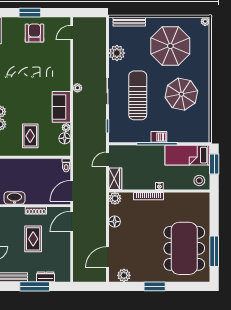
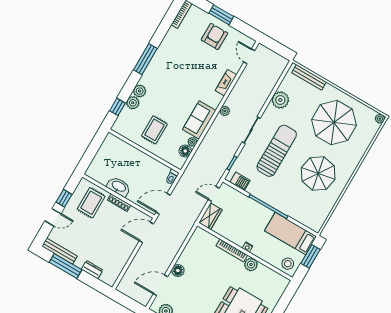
door: (72, 33) -> (249, 56), hinge flipped
fireplace: (65, 65) -> (226, 83), added
barbecue: (159, 137) -> (240, 181), moved
washbasin: (14, 198) -> (119, 187), moved
plant: (115, 198) -> (251, 265), moved
floor lamp: (115, 222) -> (178, 270), moved
rug: (33, 239) -> (91, 203), moved
window: (35, 286) -> (65, 266), moved

